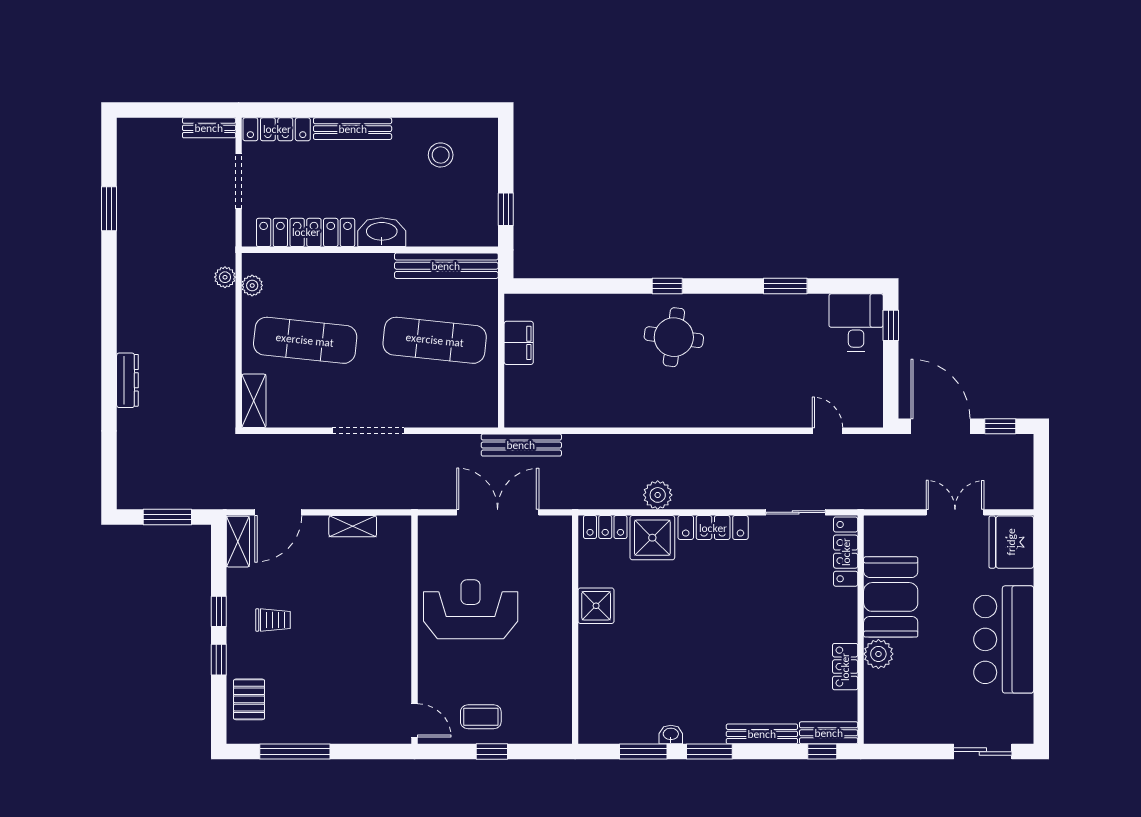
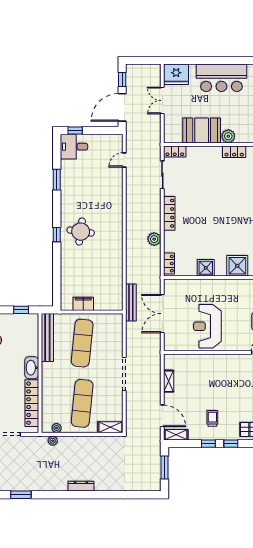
dresser: (127, 380) -> (81, 486), moved
shower: (652, 538) -> (237, 266), moved
locker: (846, 552) -> (175, 152), width x0.66

